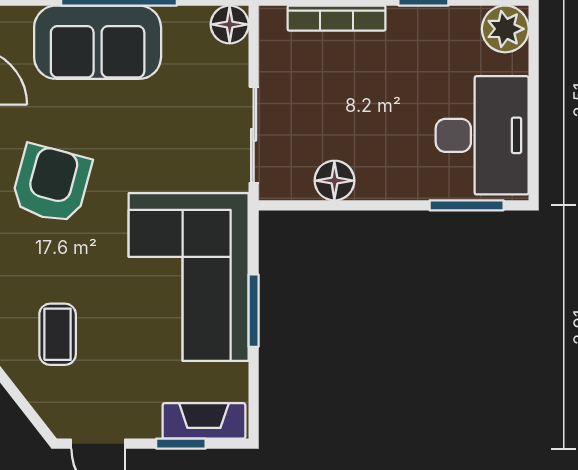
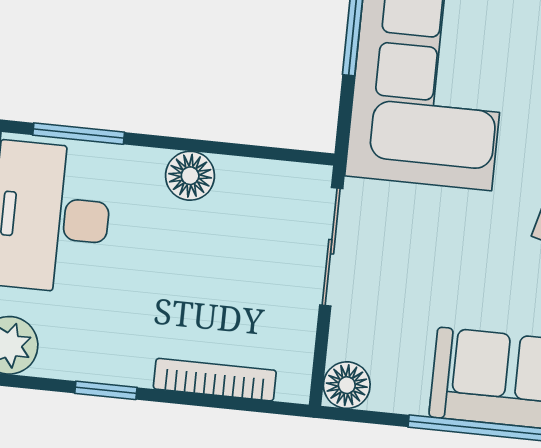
floor lamp: (334, 181) -> (190, 176), moved

